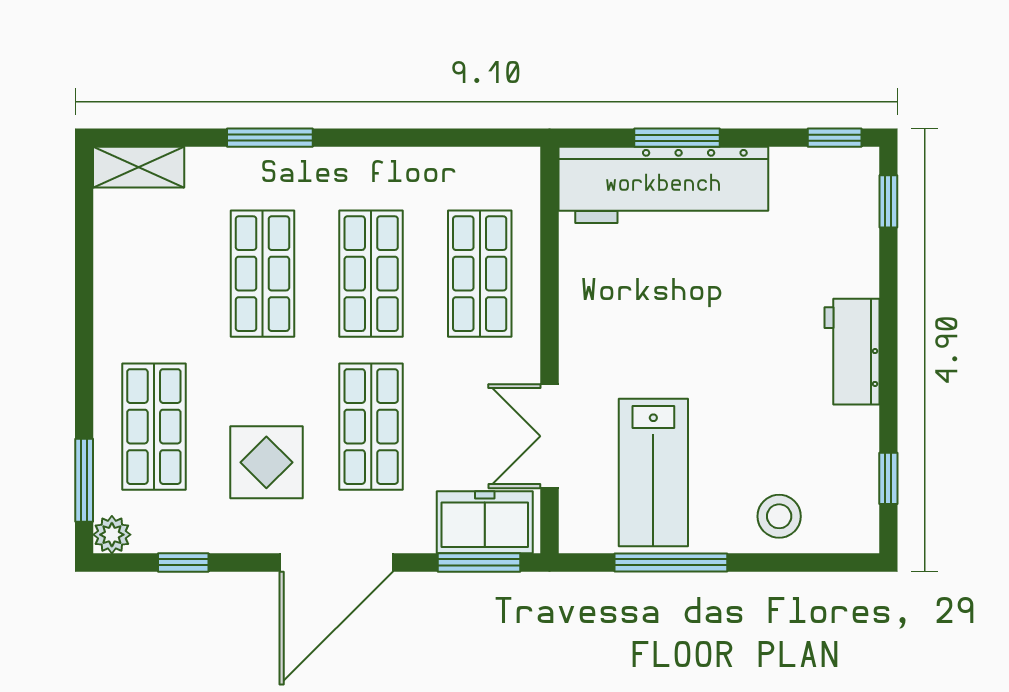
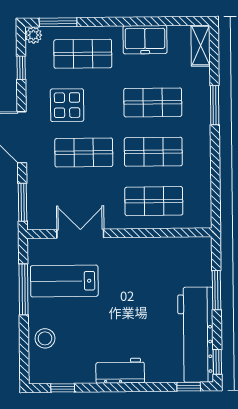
workbench: (663, 185) -> (196, 335), moved
freezer: (485, 522) -> (145, 40), moved, turned 90

